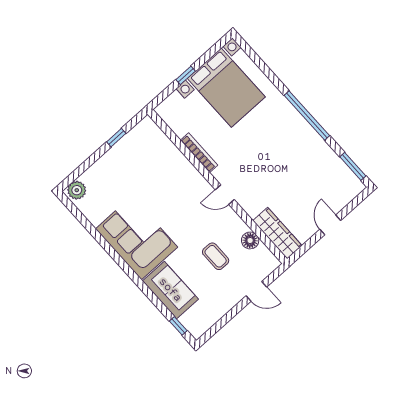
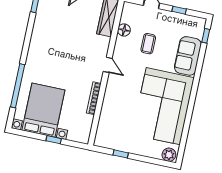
window: (307, 115) -> (18, 86), moved
corner sofa: (137, 238) -> (163, 106), width x1.36, depth x1.36
window: (228, 317) -> (179, 10), added

